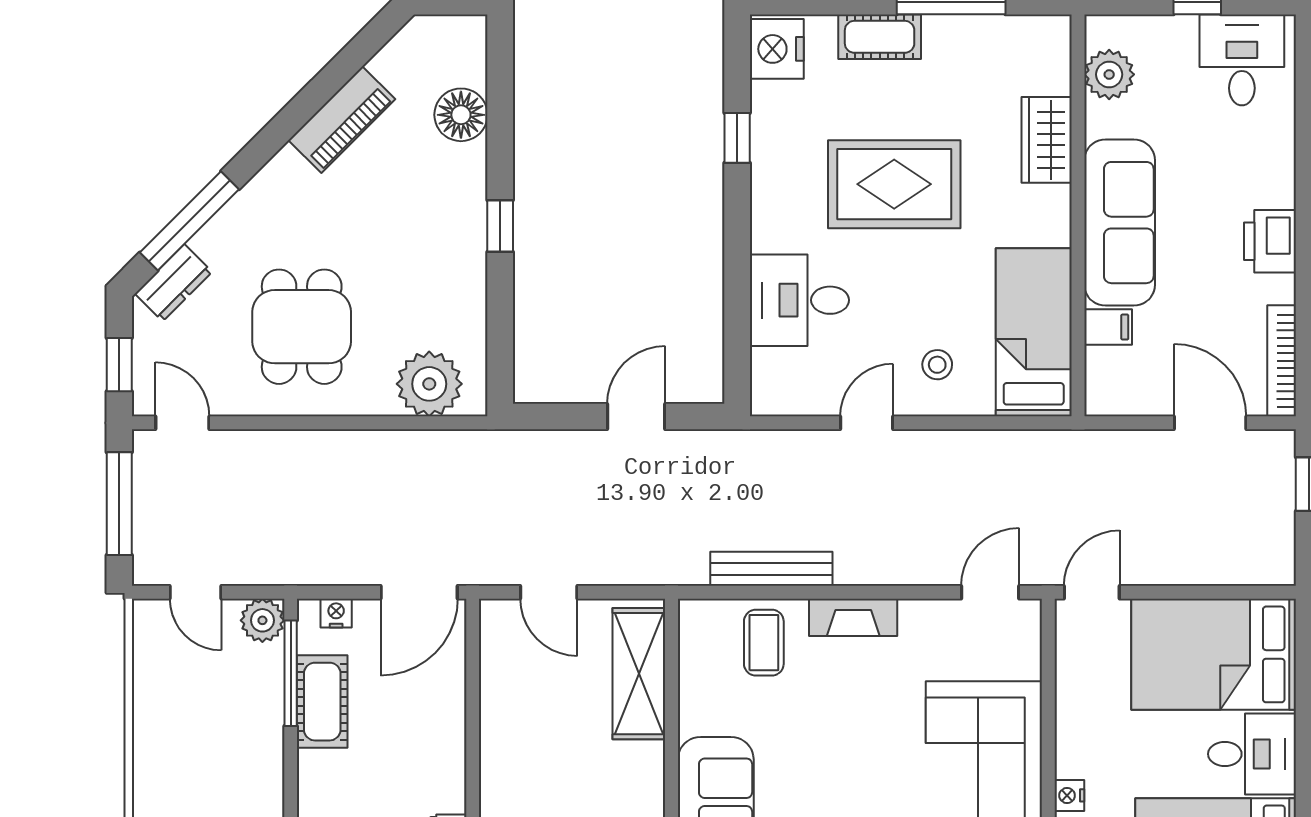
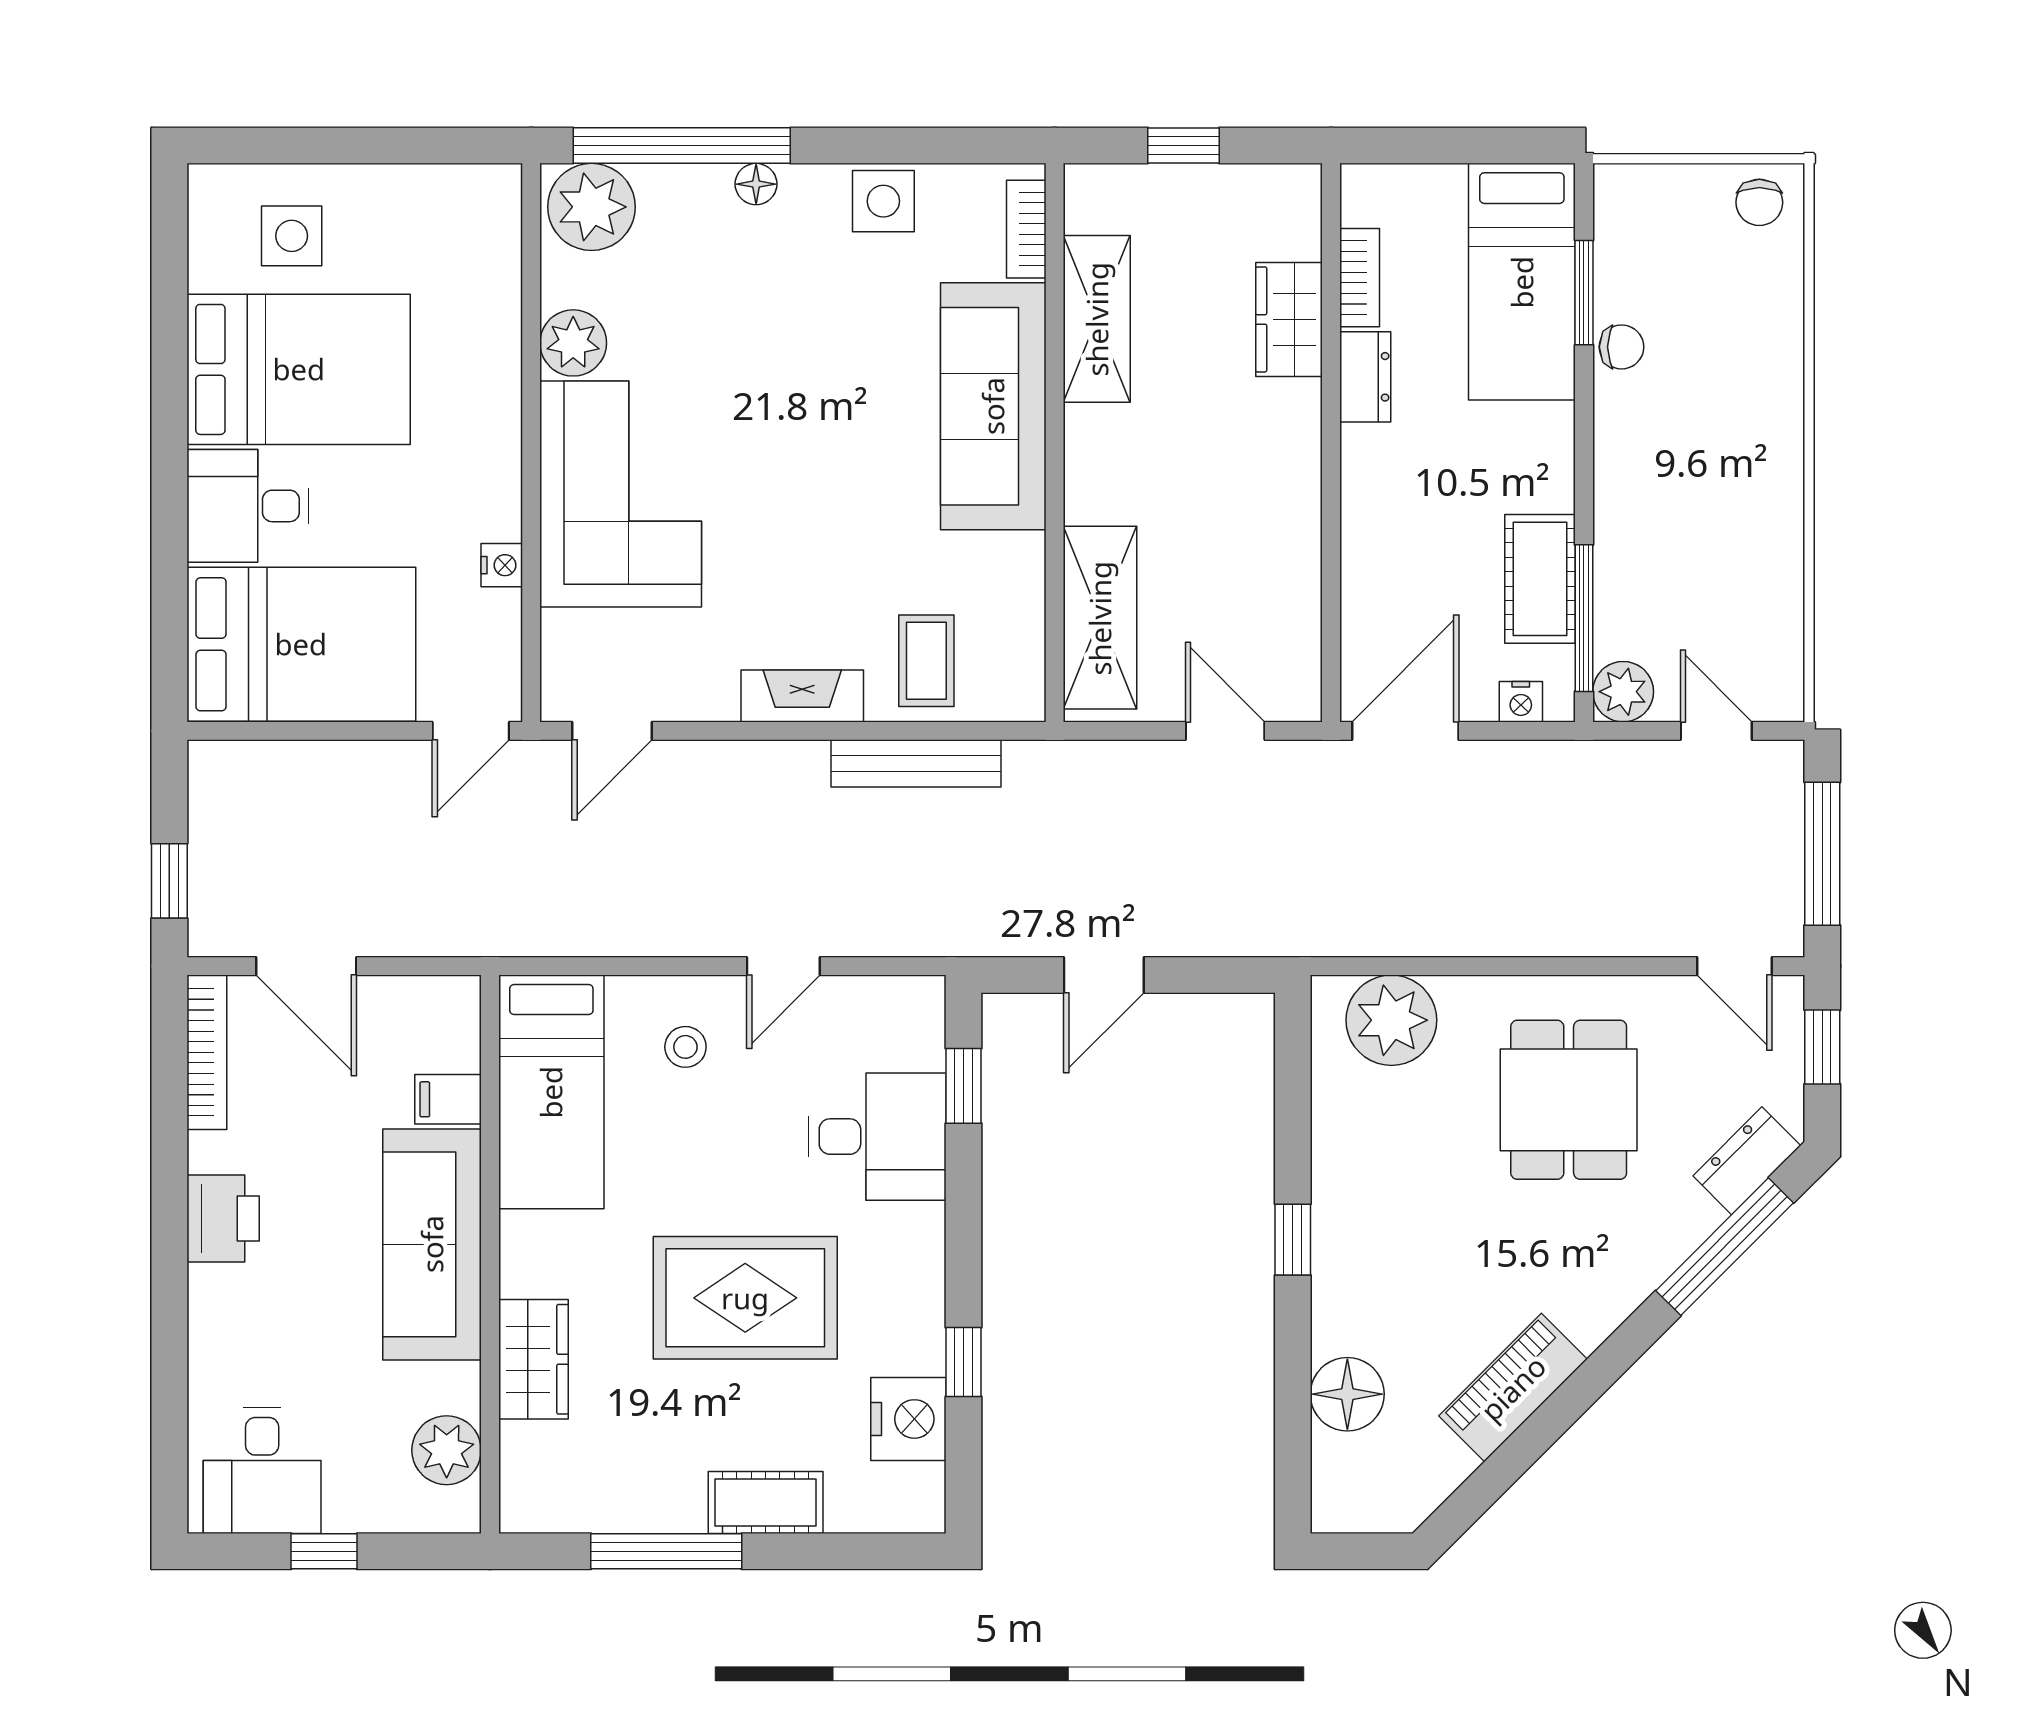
nightstand: (777, 49) -> (908, 1419), moved
window: (737, 337) -> (963, 1086), added
nightstand: (1069, 795) -> (502, 565), moved

